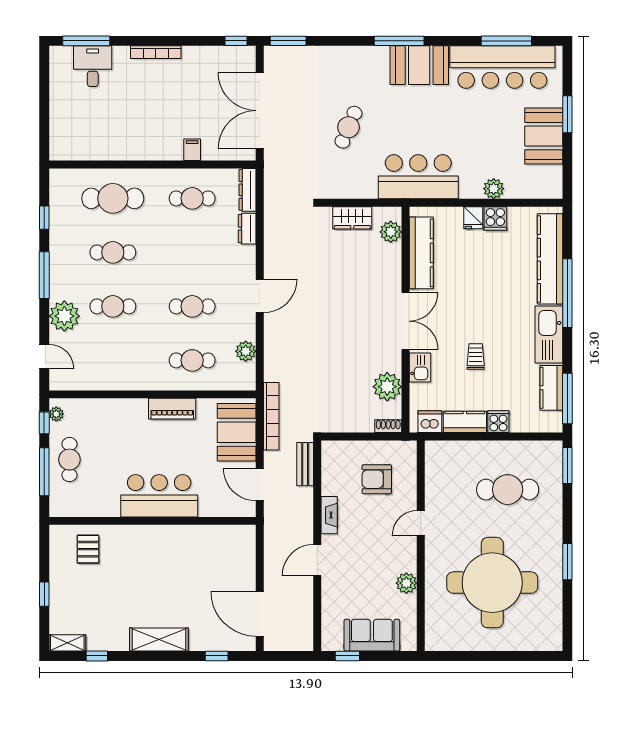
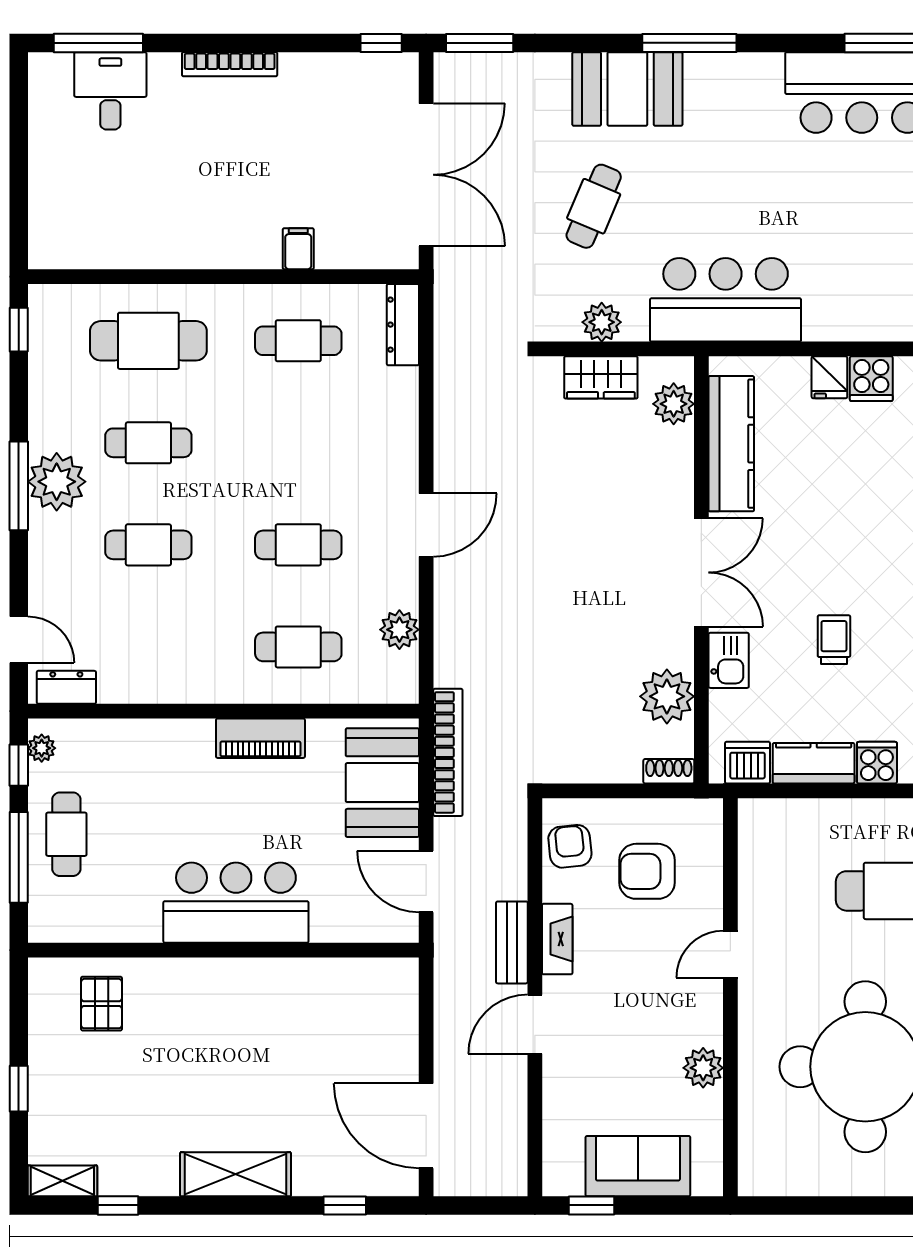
booth: (419, 65) -> (627, 89), moved
double door: (260, 111) -> (426, 175), swing flipped
plant: (494, 189) -> (602, 322), moved
window: (44, 218) -> (19, 330), moved
dresser: (247, 229) -> (66, 687), moved, turned 90
plant: (64, 316) -> (57, 482), moved
bench: (305, 464) -> (512, 942), moved
armchair: (336, 466) -> (570, 846), added

